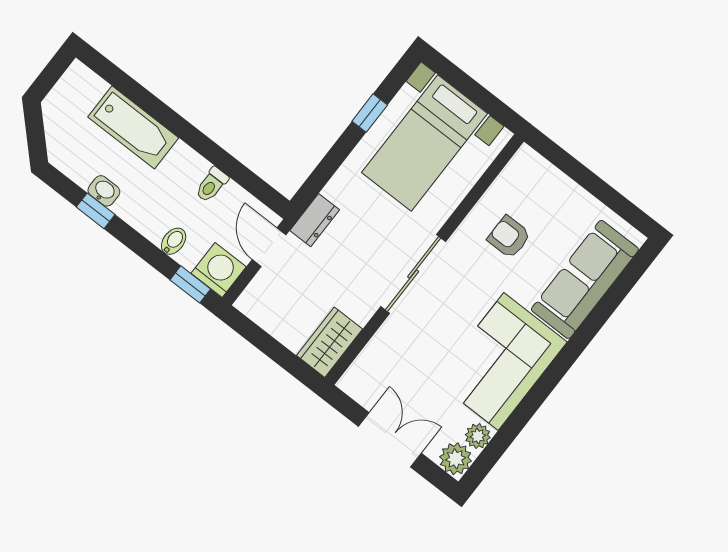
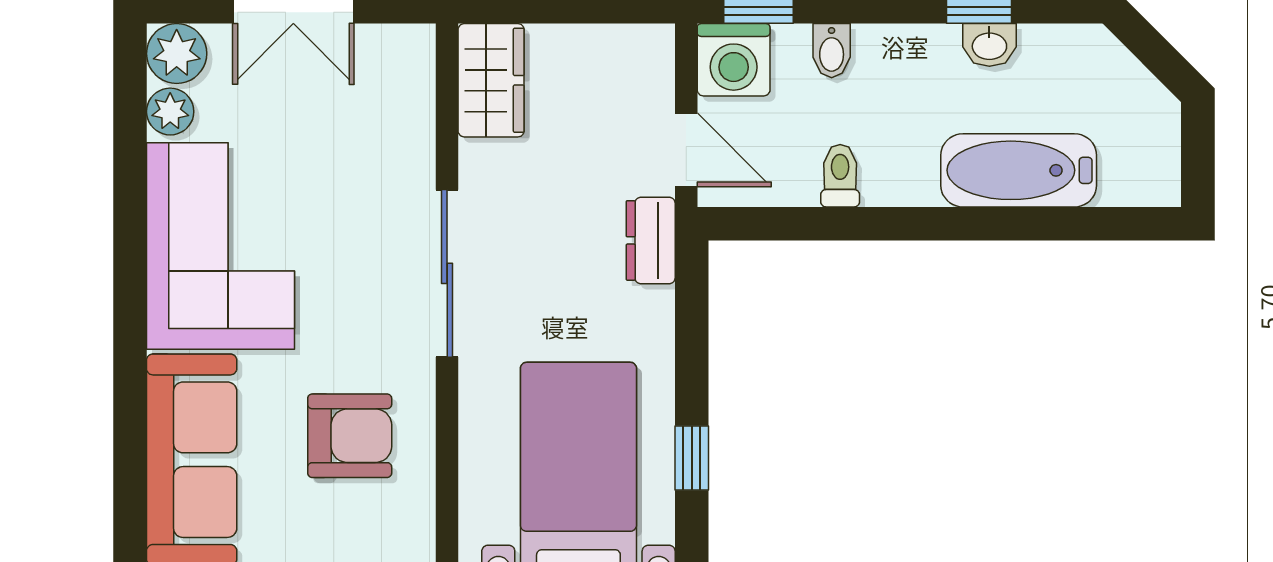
armchair: (509, 237) -> (350, 436), width x1.38, depth x1.38

